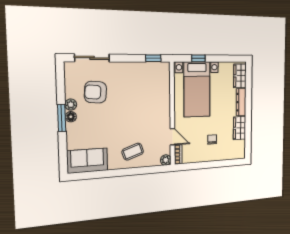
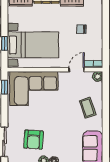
corner sofa: (152, 91) -> (34, 89), added

